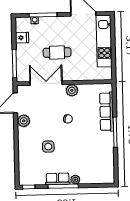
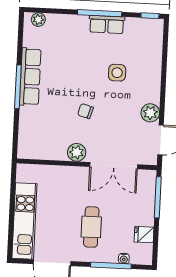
cafe table: (57, 53) -> (91, 227), moved, turned 90
row of seats: (107, 112) -> (30, 77), moved
plant: (75, 180) -> (38, 20), moved

